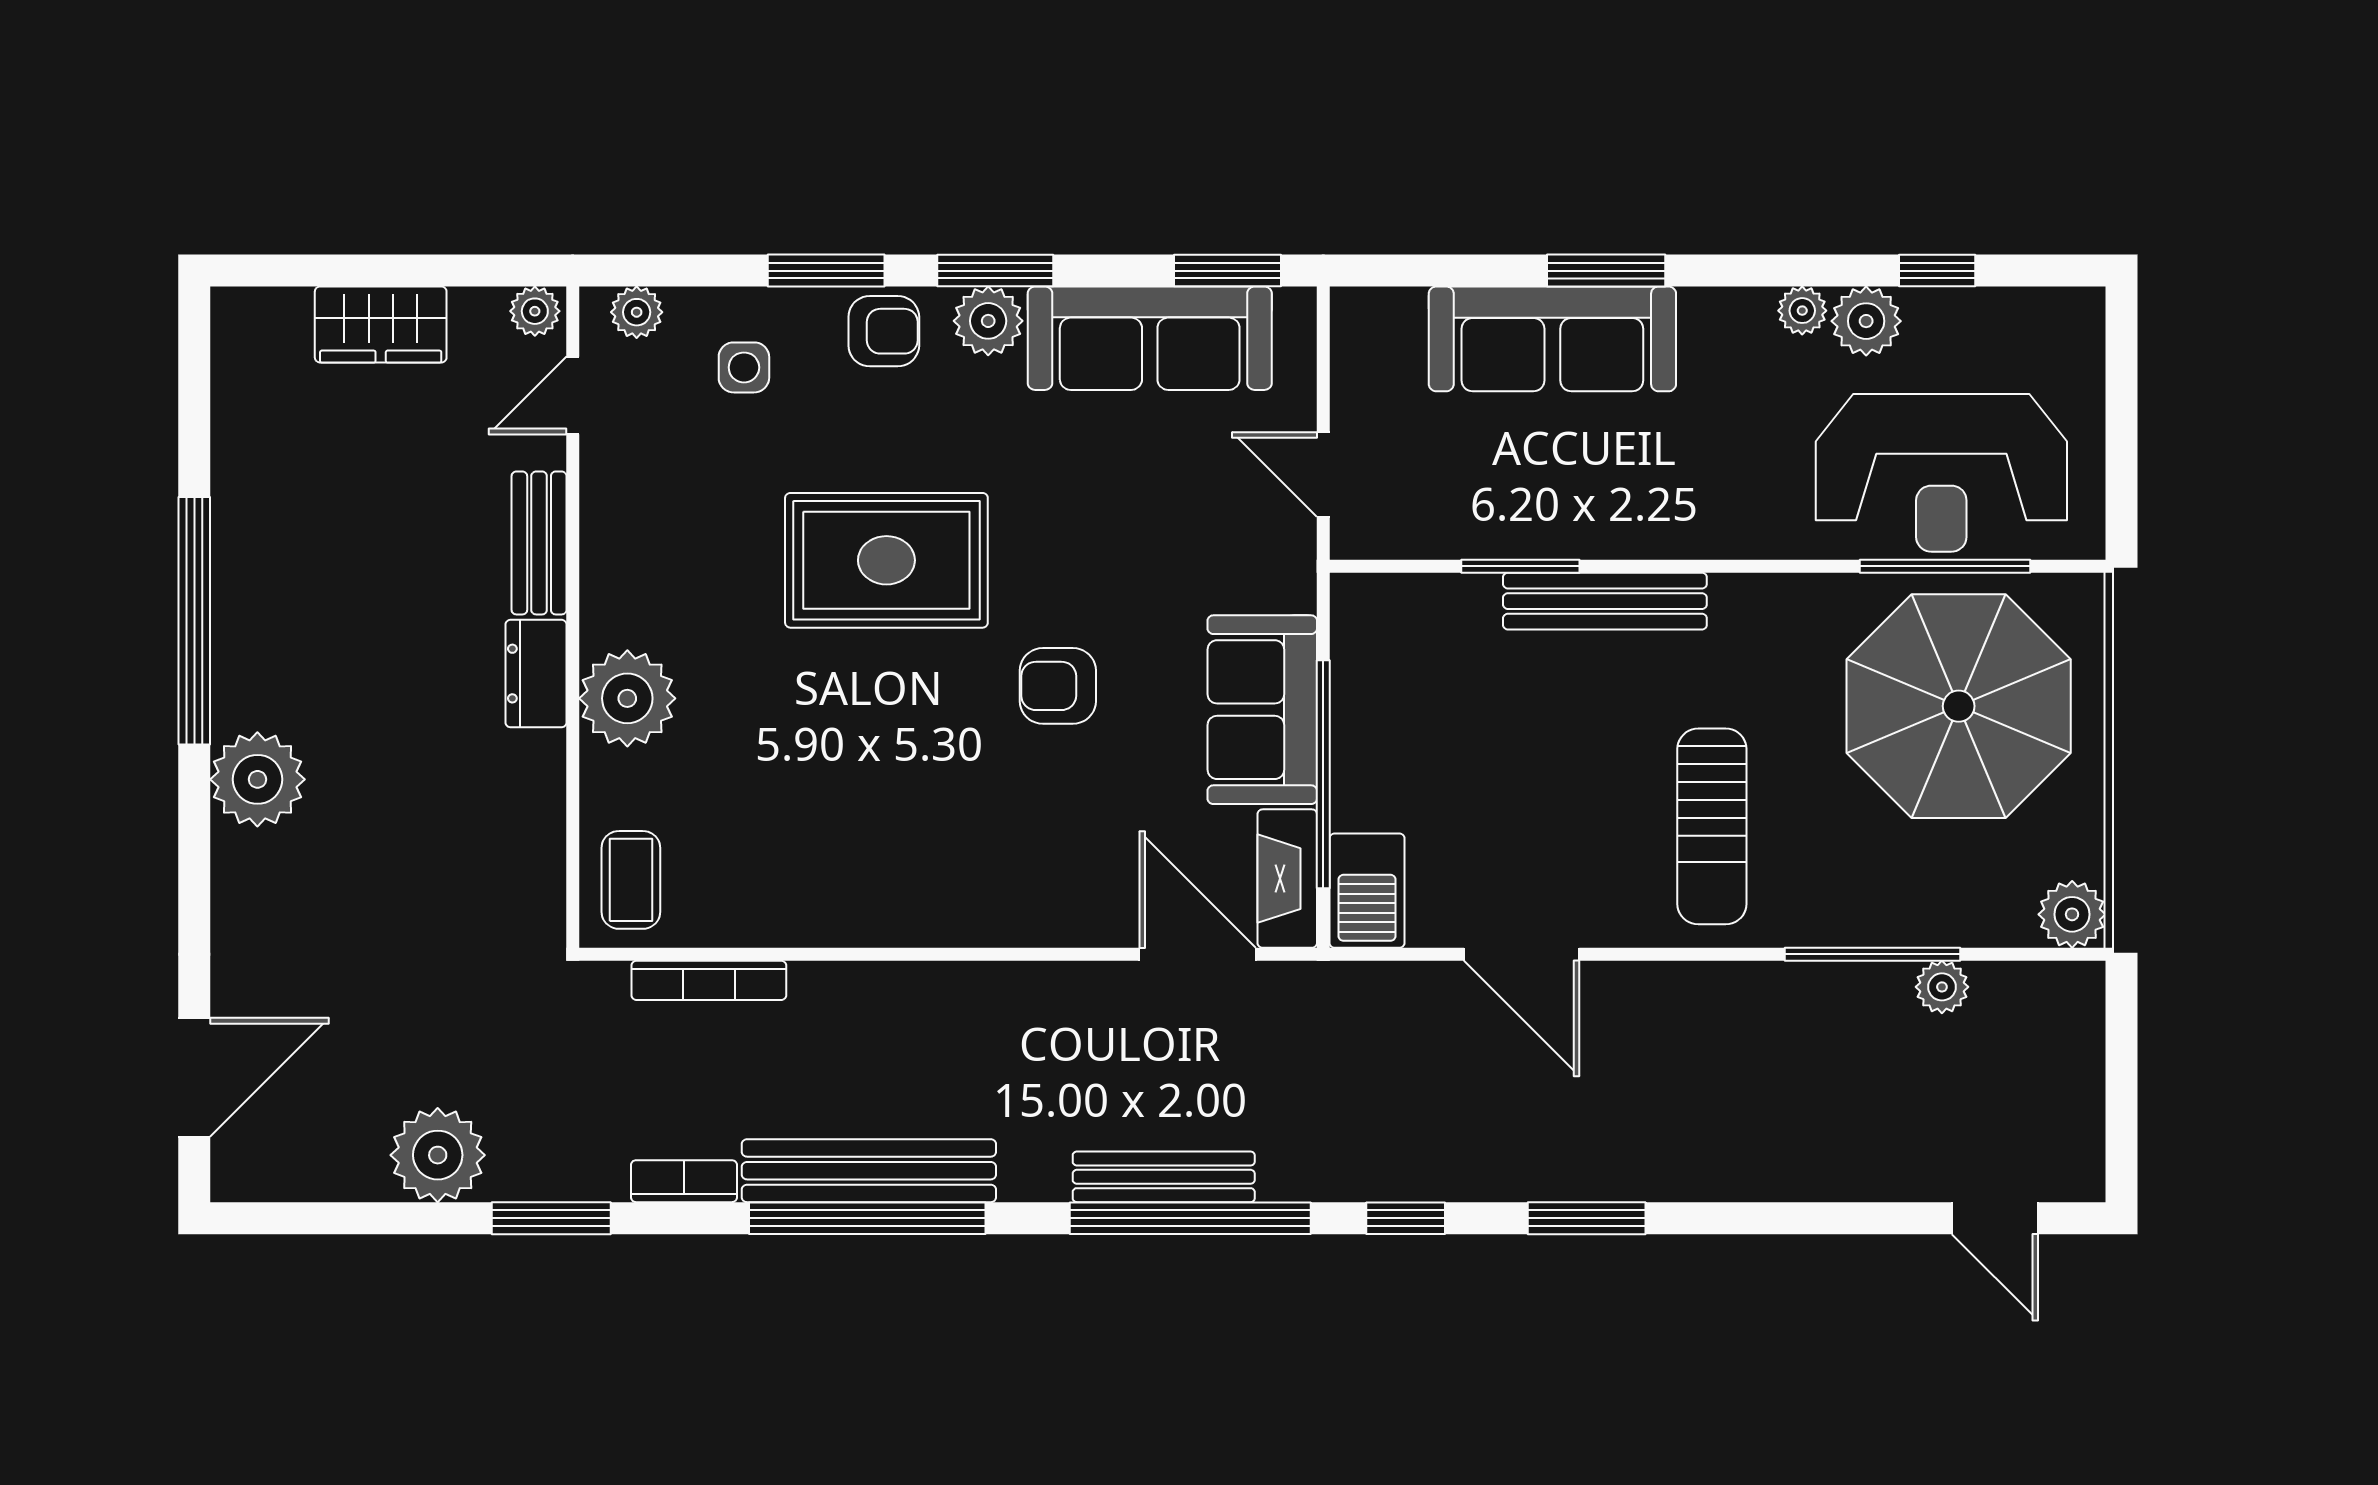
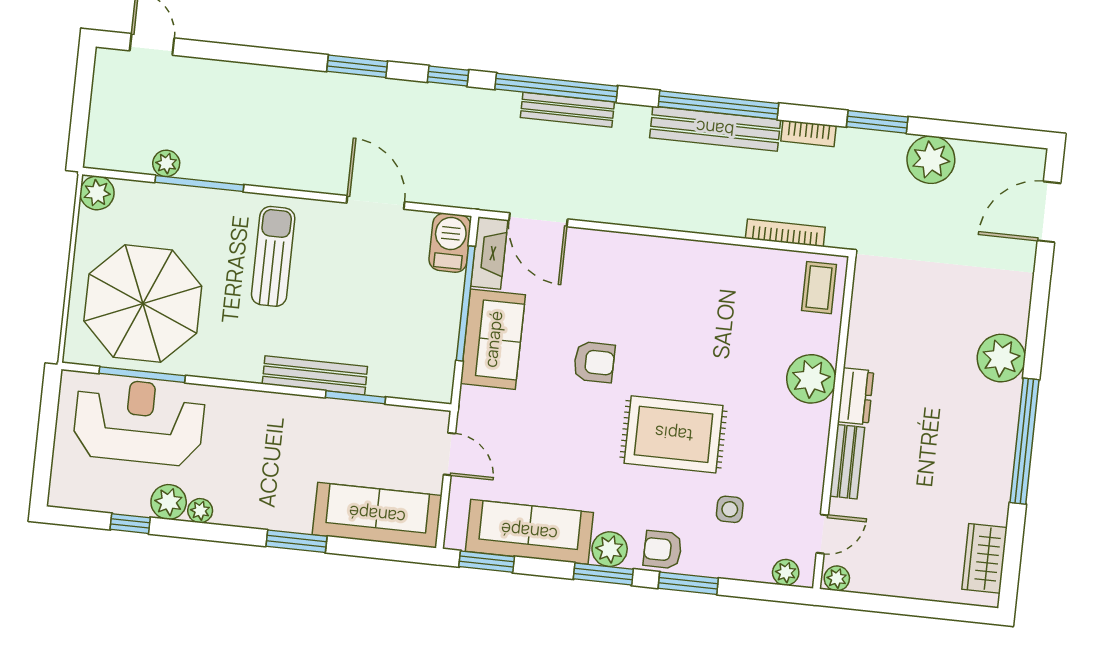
wardrobe: (381, 325) -> (984, 558), moved, turned -90
sofa: (1552, 339) -> (377, 515), moved
side table: (744, 367) -> (730, 509), moved

